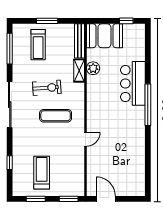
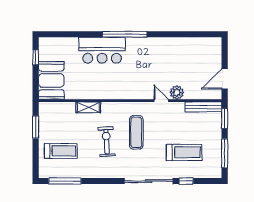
window: (47, 21) -> (36, 127), moved
bench: (80, 41) -> (203, 107), moved
plant: (93, 68) -> (177, 93), moved
sliding door: (10, 105) -> (149, 181), moved
treadmill: (42, 173) -> (184, 152), moved, turned 180
window: (36, 199) -> (225, 153), width x1.44

